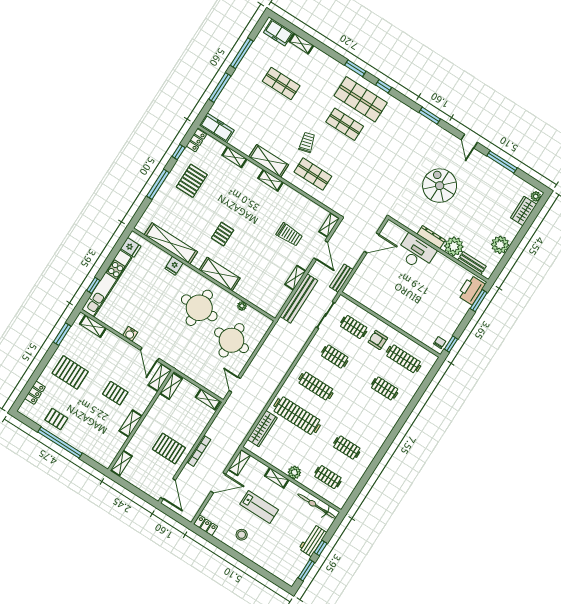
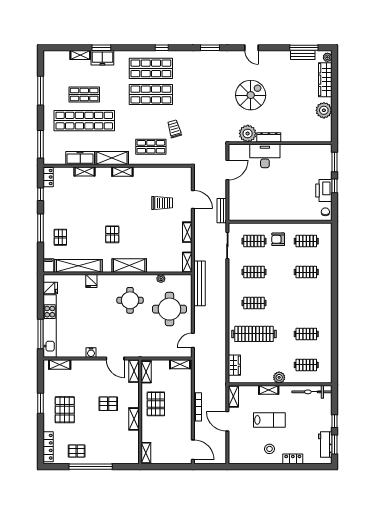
freezer: (278, 32) -> (102, 58), moved
window: (355, 68) -> (101, 48), moved
window: (220, 88) -> (41, 144), moved
shop shelf: (265, 108) -> (84, 121), added
shop shelf: (345, 124) -> (151, 94), width x1.43, depth x1.36
freezer: (217, 128) -> (80, 158), moved
trolley: (307, 142) -> (174, 129), moved
window: (502, 162) -> (304, 48), moved
pallet: (192, 181) -> (60, 237), moved, width x0.67, depth x0.71
spiral stairs: (440, 186) -> (251, 95), turned 90
wardrobe: (524, 211) -> (325, 80), width x1.50
filing cabinet: (143, 225) -> (48, 265), added
shelving: (329, 225) -> (187, 262), moved
plant: (454, 246) -> (248, 133), moved
bench: (472, 263) -> (303, 55), moved
window: (93, 285) -> (41, 334), width x2.17
printer: (471, 290) -> (324, 190), moved
bench: (299, 298) -> (200, 283), moved
round table: (199, 308) -> (130, 300), width x0.73, depth x0.73
window: (62, 334) -> (41, 403), moved
window: (451, 344) -> (335, 186), moved
clothes rail: (404, 359) -> (306, 241), width x0.73
pallet: (70, 372) -> (65, 410), turned 90
door: (235, 384) -> (193, 340), hinge flipped
clothes rail: (316, 386) -> (254, 303), width x0.73
locker: (35, 393) -> (48, 447), width x1.53
wardrobe: (262, 429) -> (234, 365), width x0.67
pallet: (169, 448) -> (156, 404), moved, turned 90
door: (218, 483) -> (227, 421), swing flipped
locker: (206, 525) -> (293, 459), moved
workbench: (313, 541) -> (325, 445), moved

